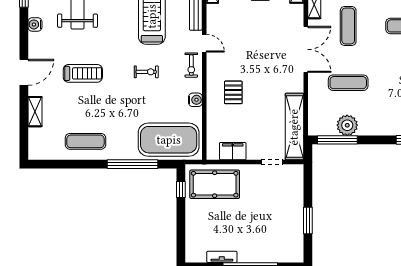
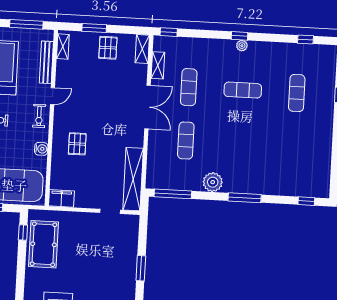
door: (204, 43) -> (53, 96), hinge flipped
exercise mat: (348, 83) -> (186, 141), turned 90
plant: (347, 125) -> (213, 182), moved
filing cabinet: (233, 151) -> (61, 198), moved
pool table: (215, 184) -> (43, 244), moved, turned 90

